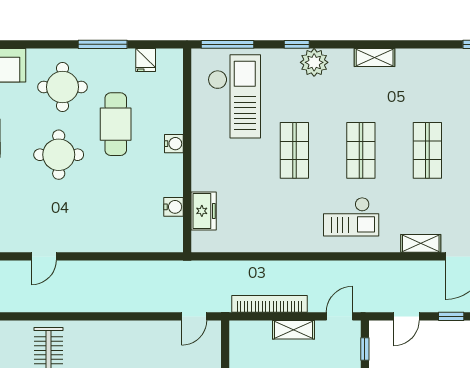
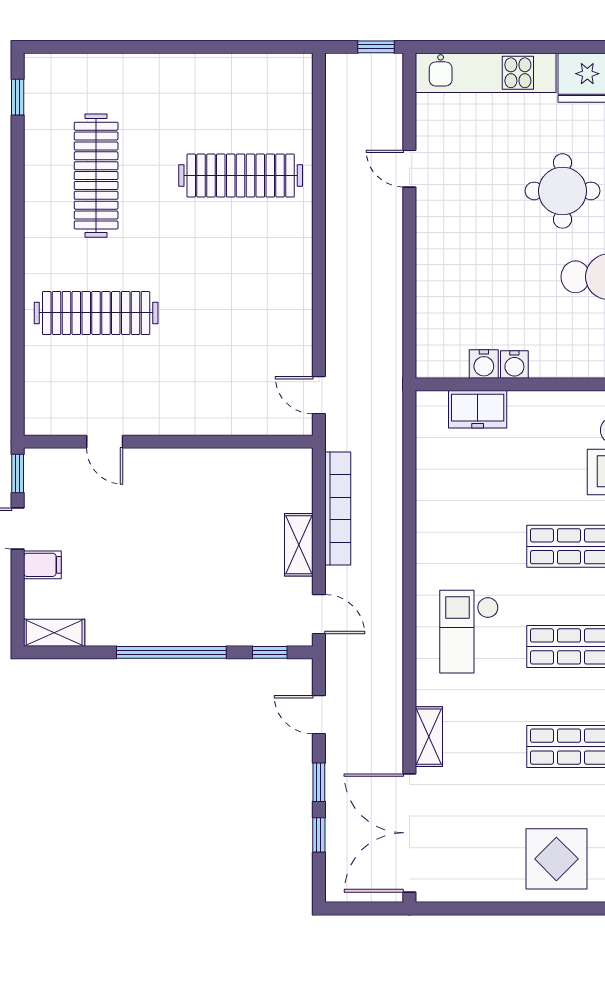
water cooler: (174, 144) -> (514, 365), moved

